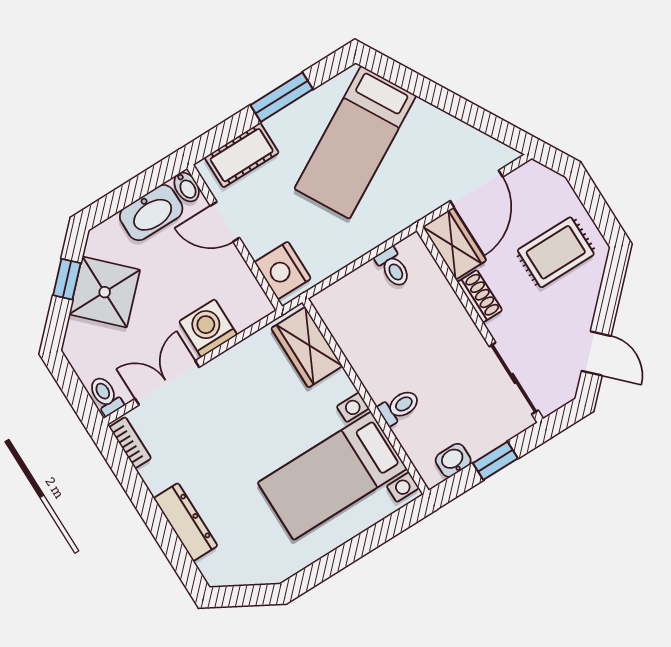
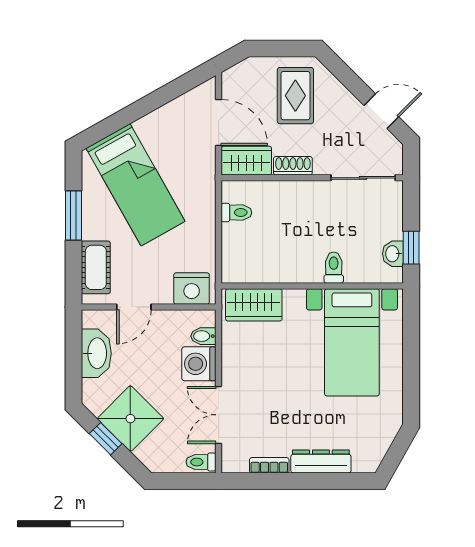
bidet: (187, 187) -> (203, 336), moved, turned 180
bookcase: (130, 443) -> (269, 465), moved
window: (495, 461) -> (411, 248), moved

